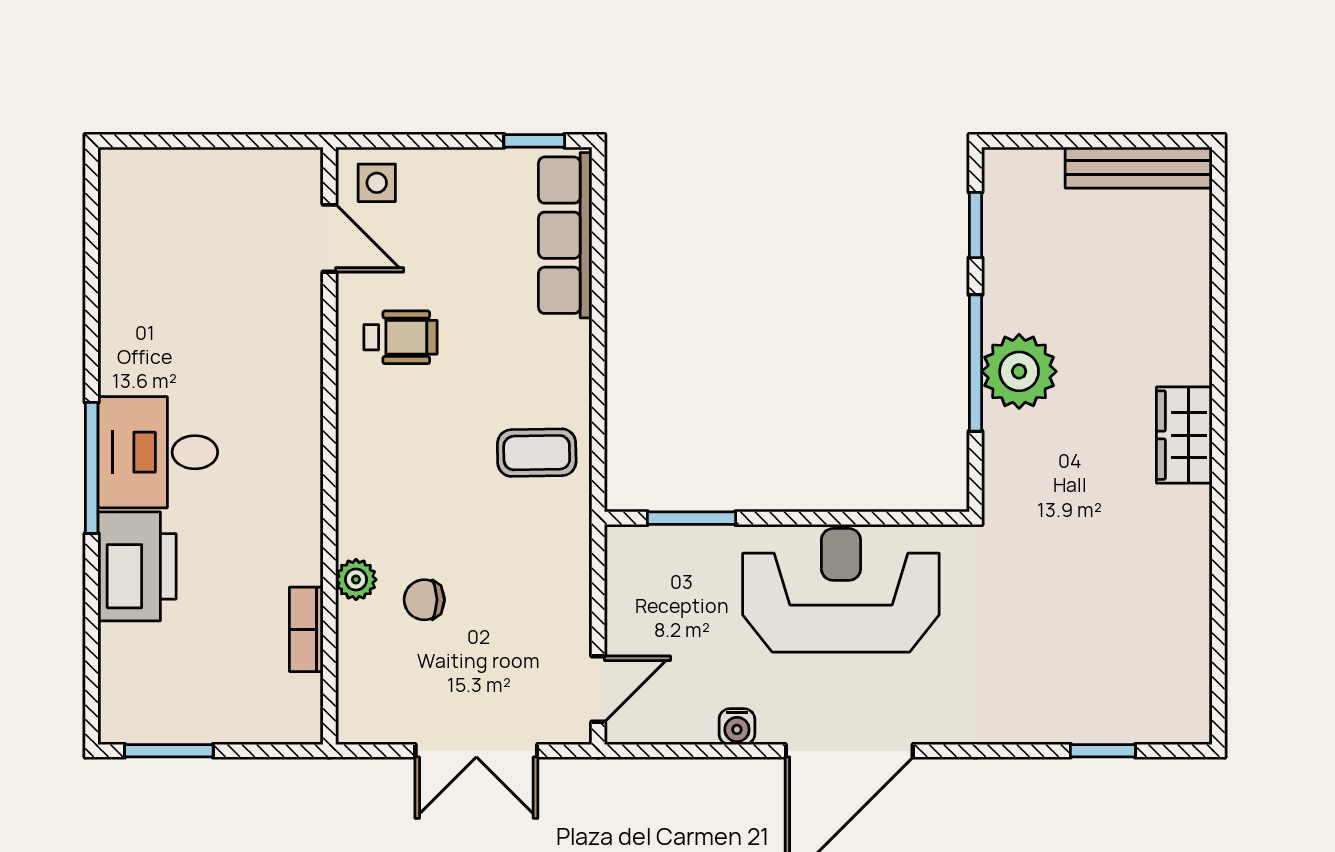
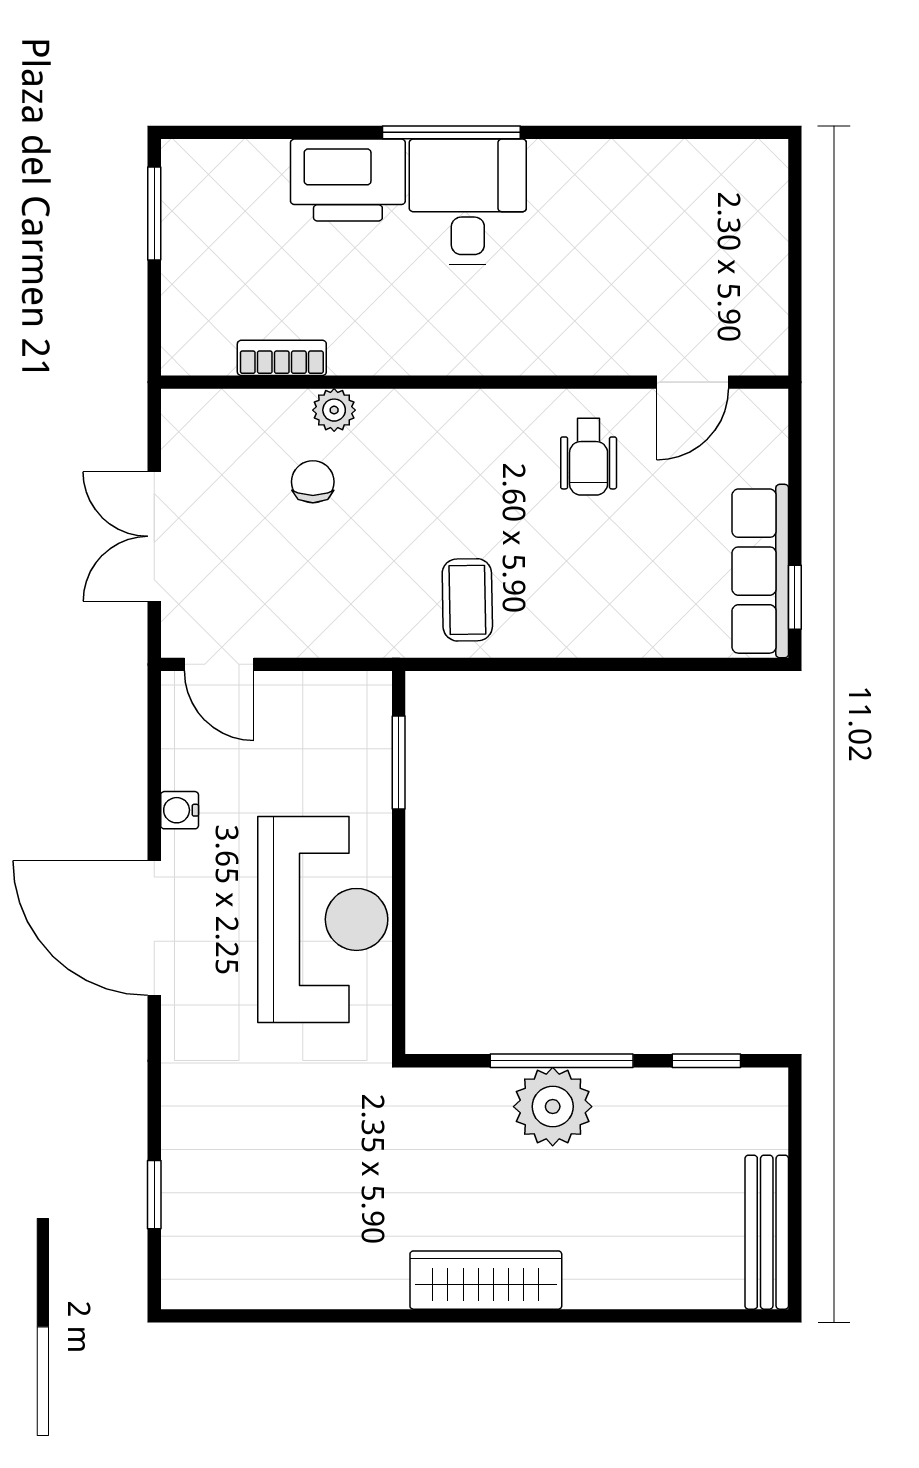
side table: (377, 183) -> (751, 432), removed
row of seats: (565, 235) -> (760, 571), moved, turned -90
wardrobe: (1184, 435) -> (486, 1280), width x1.50

